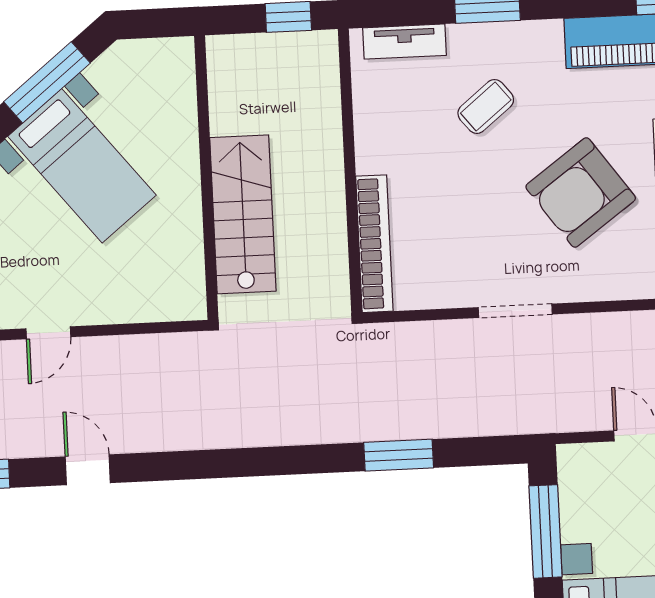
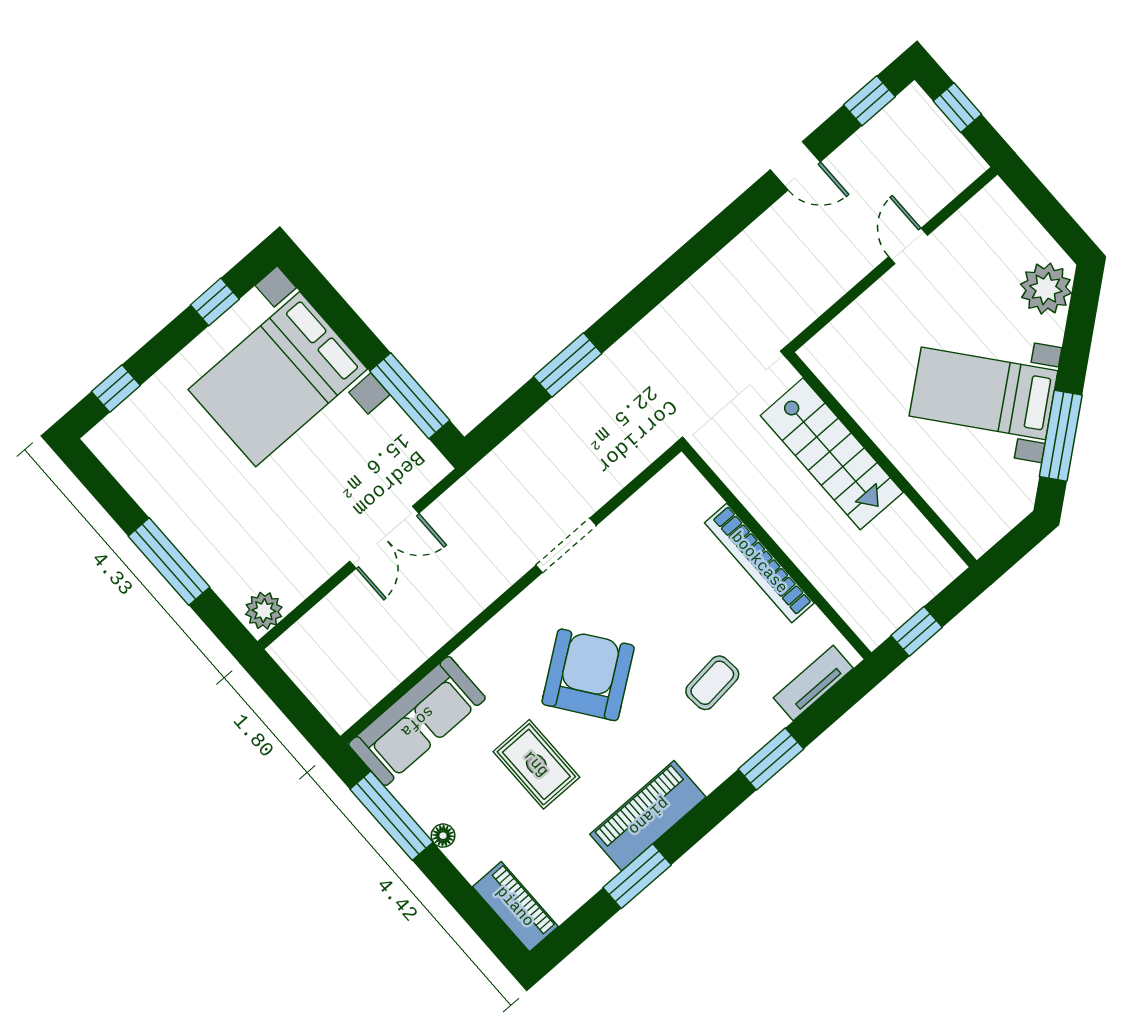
coffee table: (486, 106) -> (712, 683), turned 33
bookcase: (374, 244) -> (759, 563), moved

